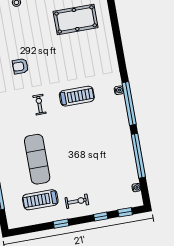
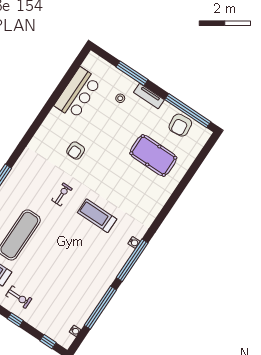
armchair: (20, 66) -> (76, 151), turned -90
treadmill: (77, 96) -> (97, 216), turned 180
window: (101, 217) -> (15, 320), moved

